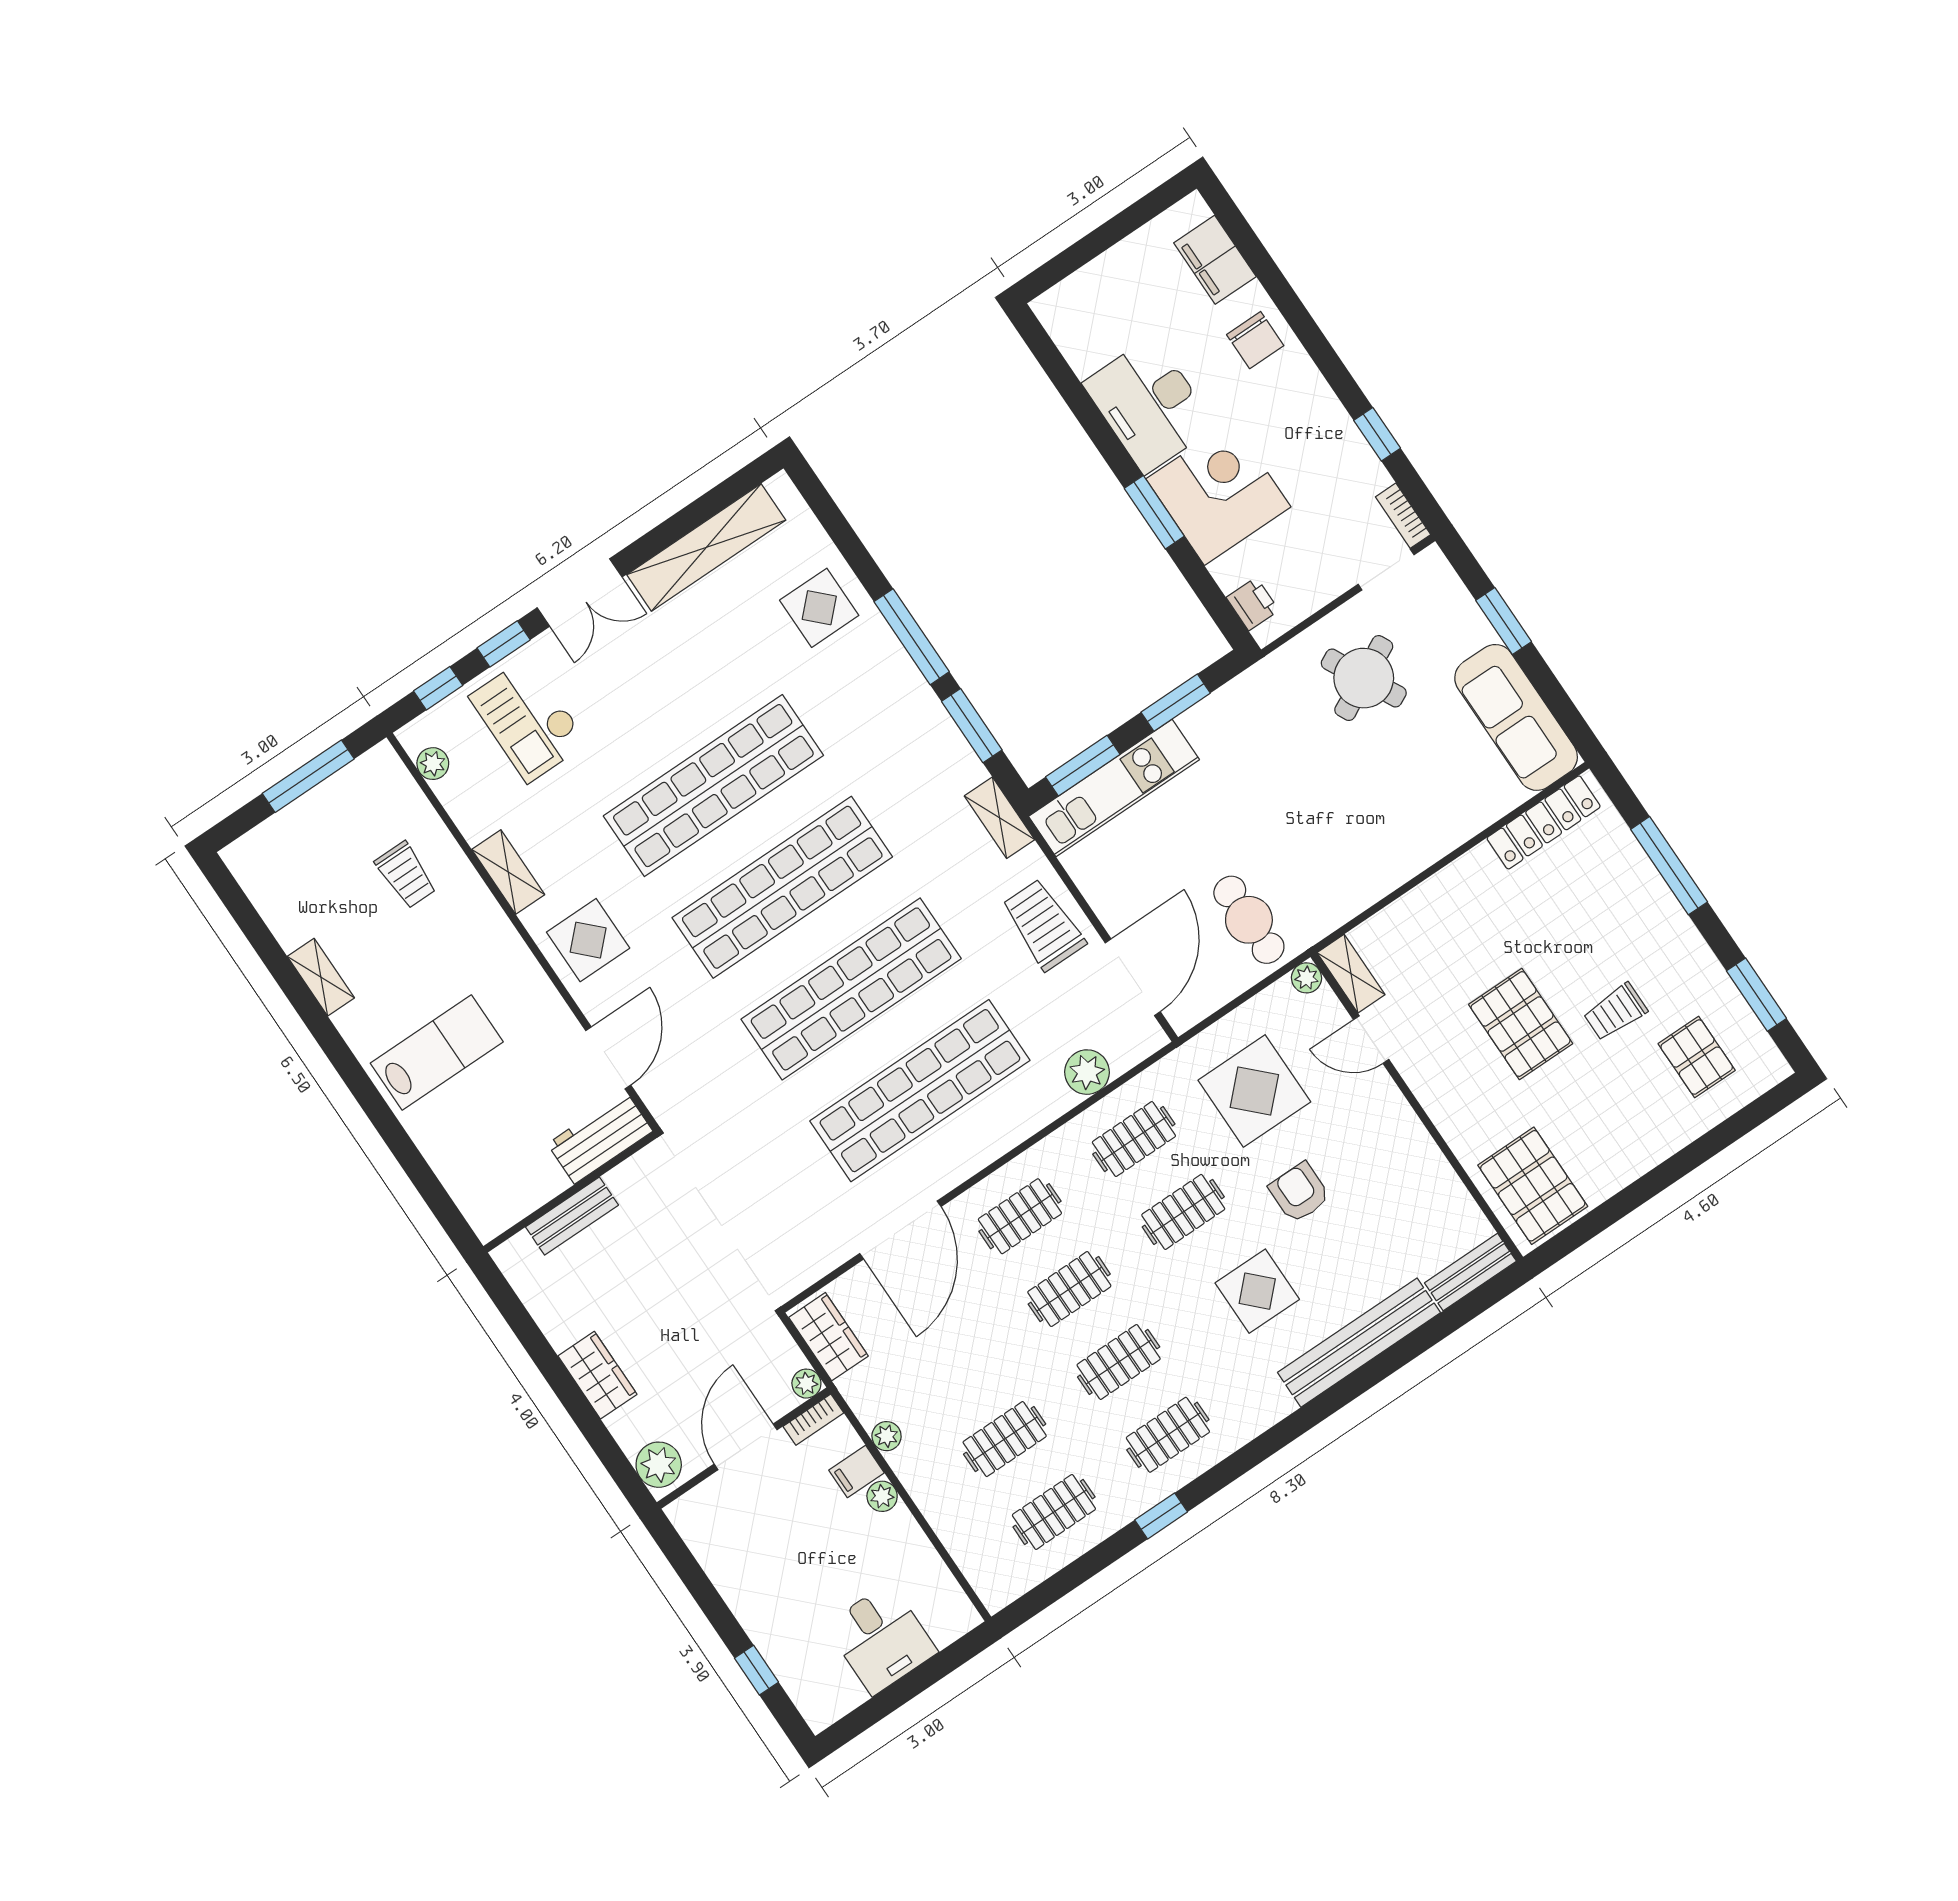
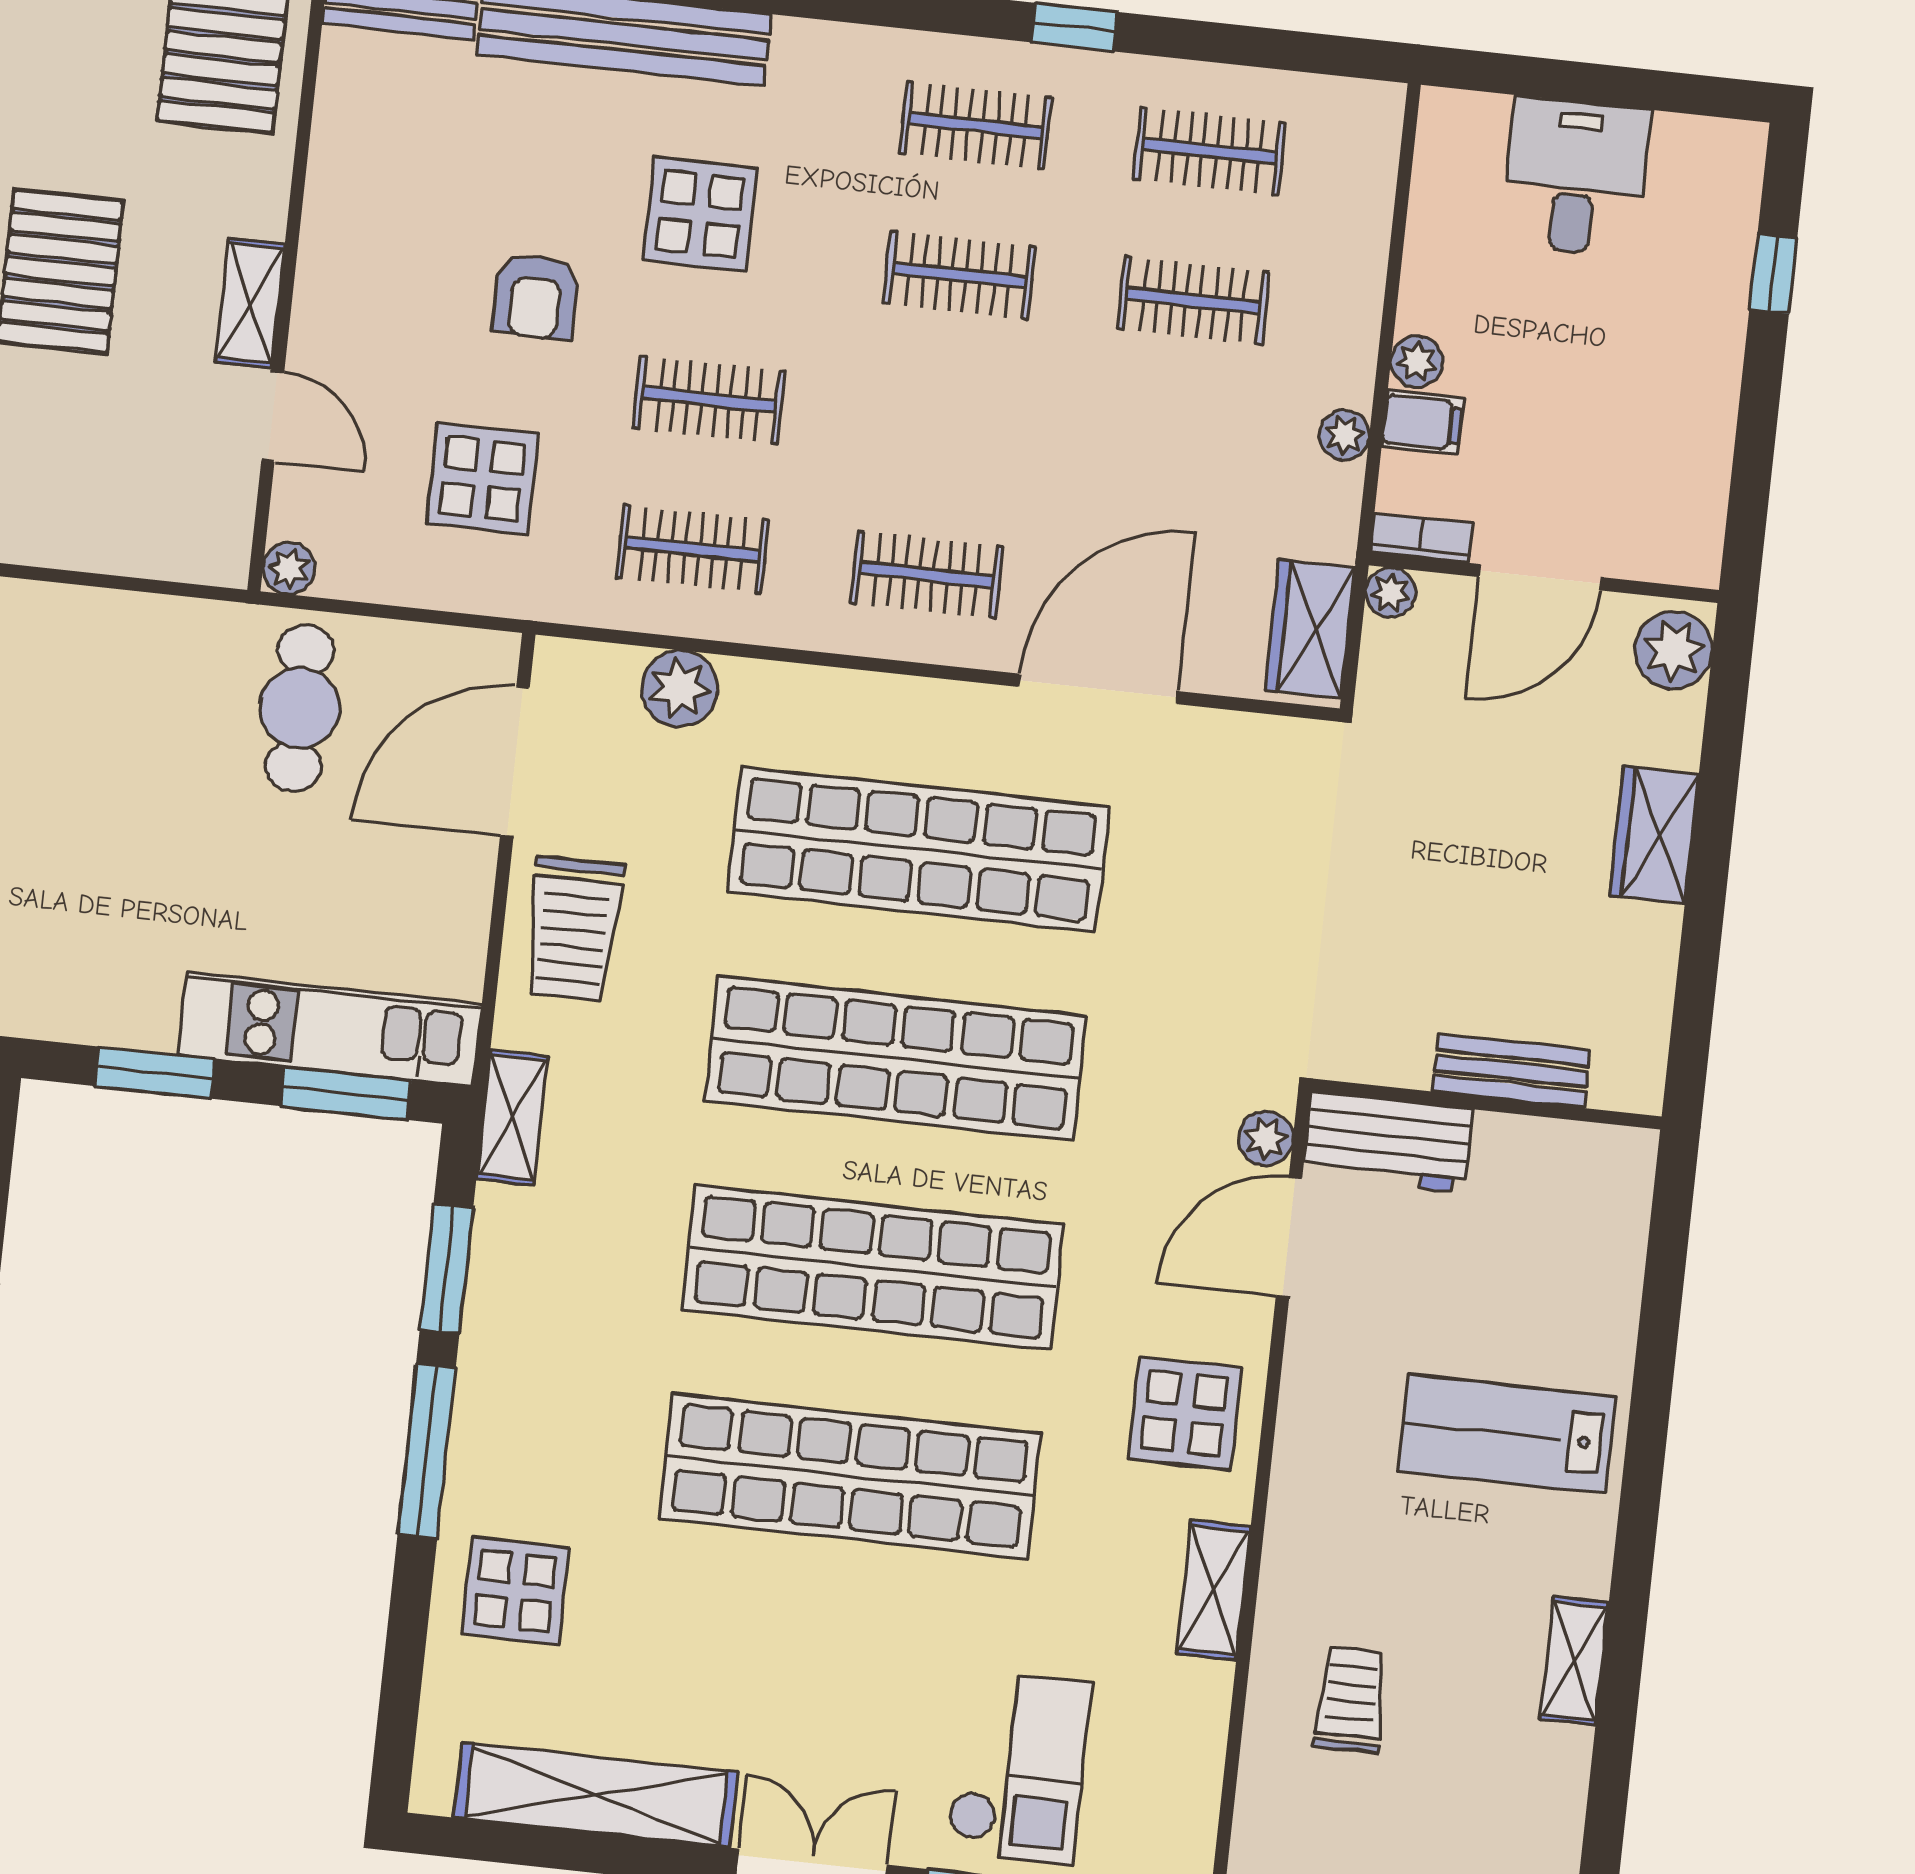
plant: (433, 764) -> (1266, 1138), moved
shelving: (1351, 974) -> (250, 303), moved
display table: (1254, 1091) -> (482, 479), width x0.73, depth x0.73
clothes rail: (1069, 1289) -> (943, 425), removed

